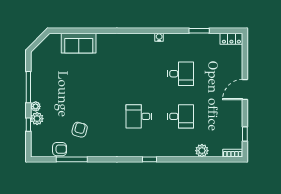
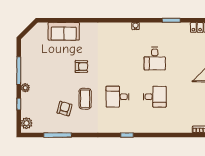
desk: (181, 74) -> (155, 59), turned 90
plant: (37, 119) -> (27, 123), moved
coffee table: (103, 119) -> (85, 99), added
armchair: (60, 149) -> (81, 67), moved
plant: (202, 151) -> (174, 127), removed

